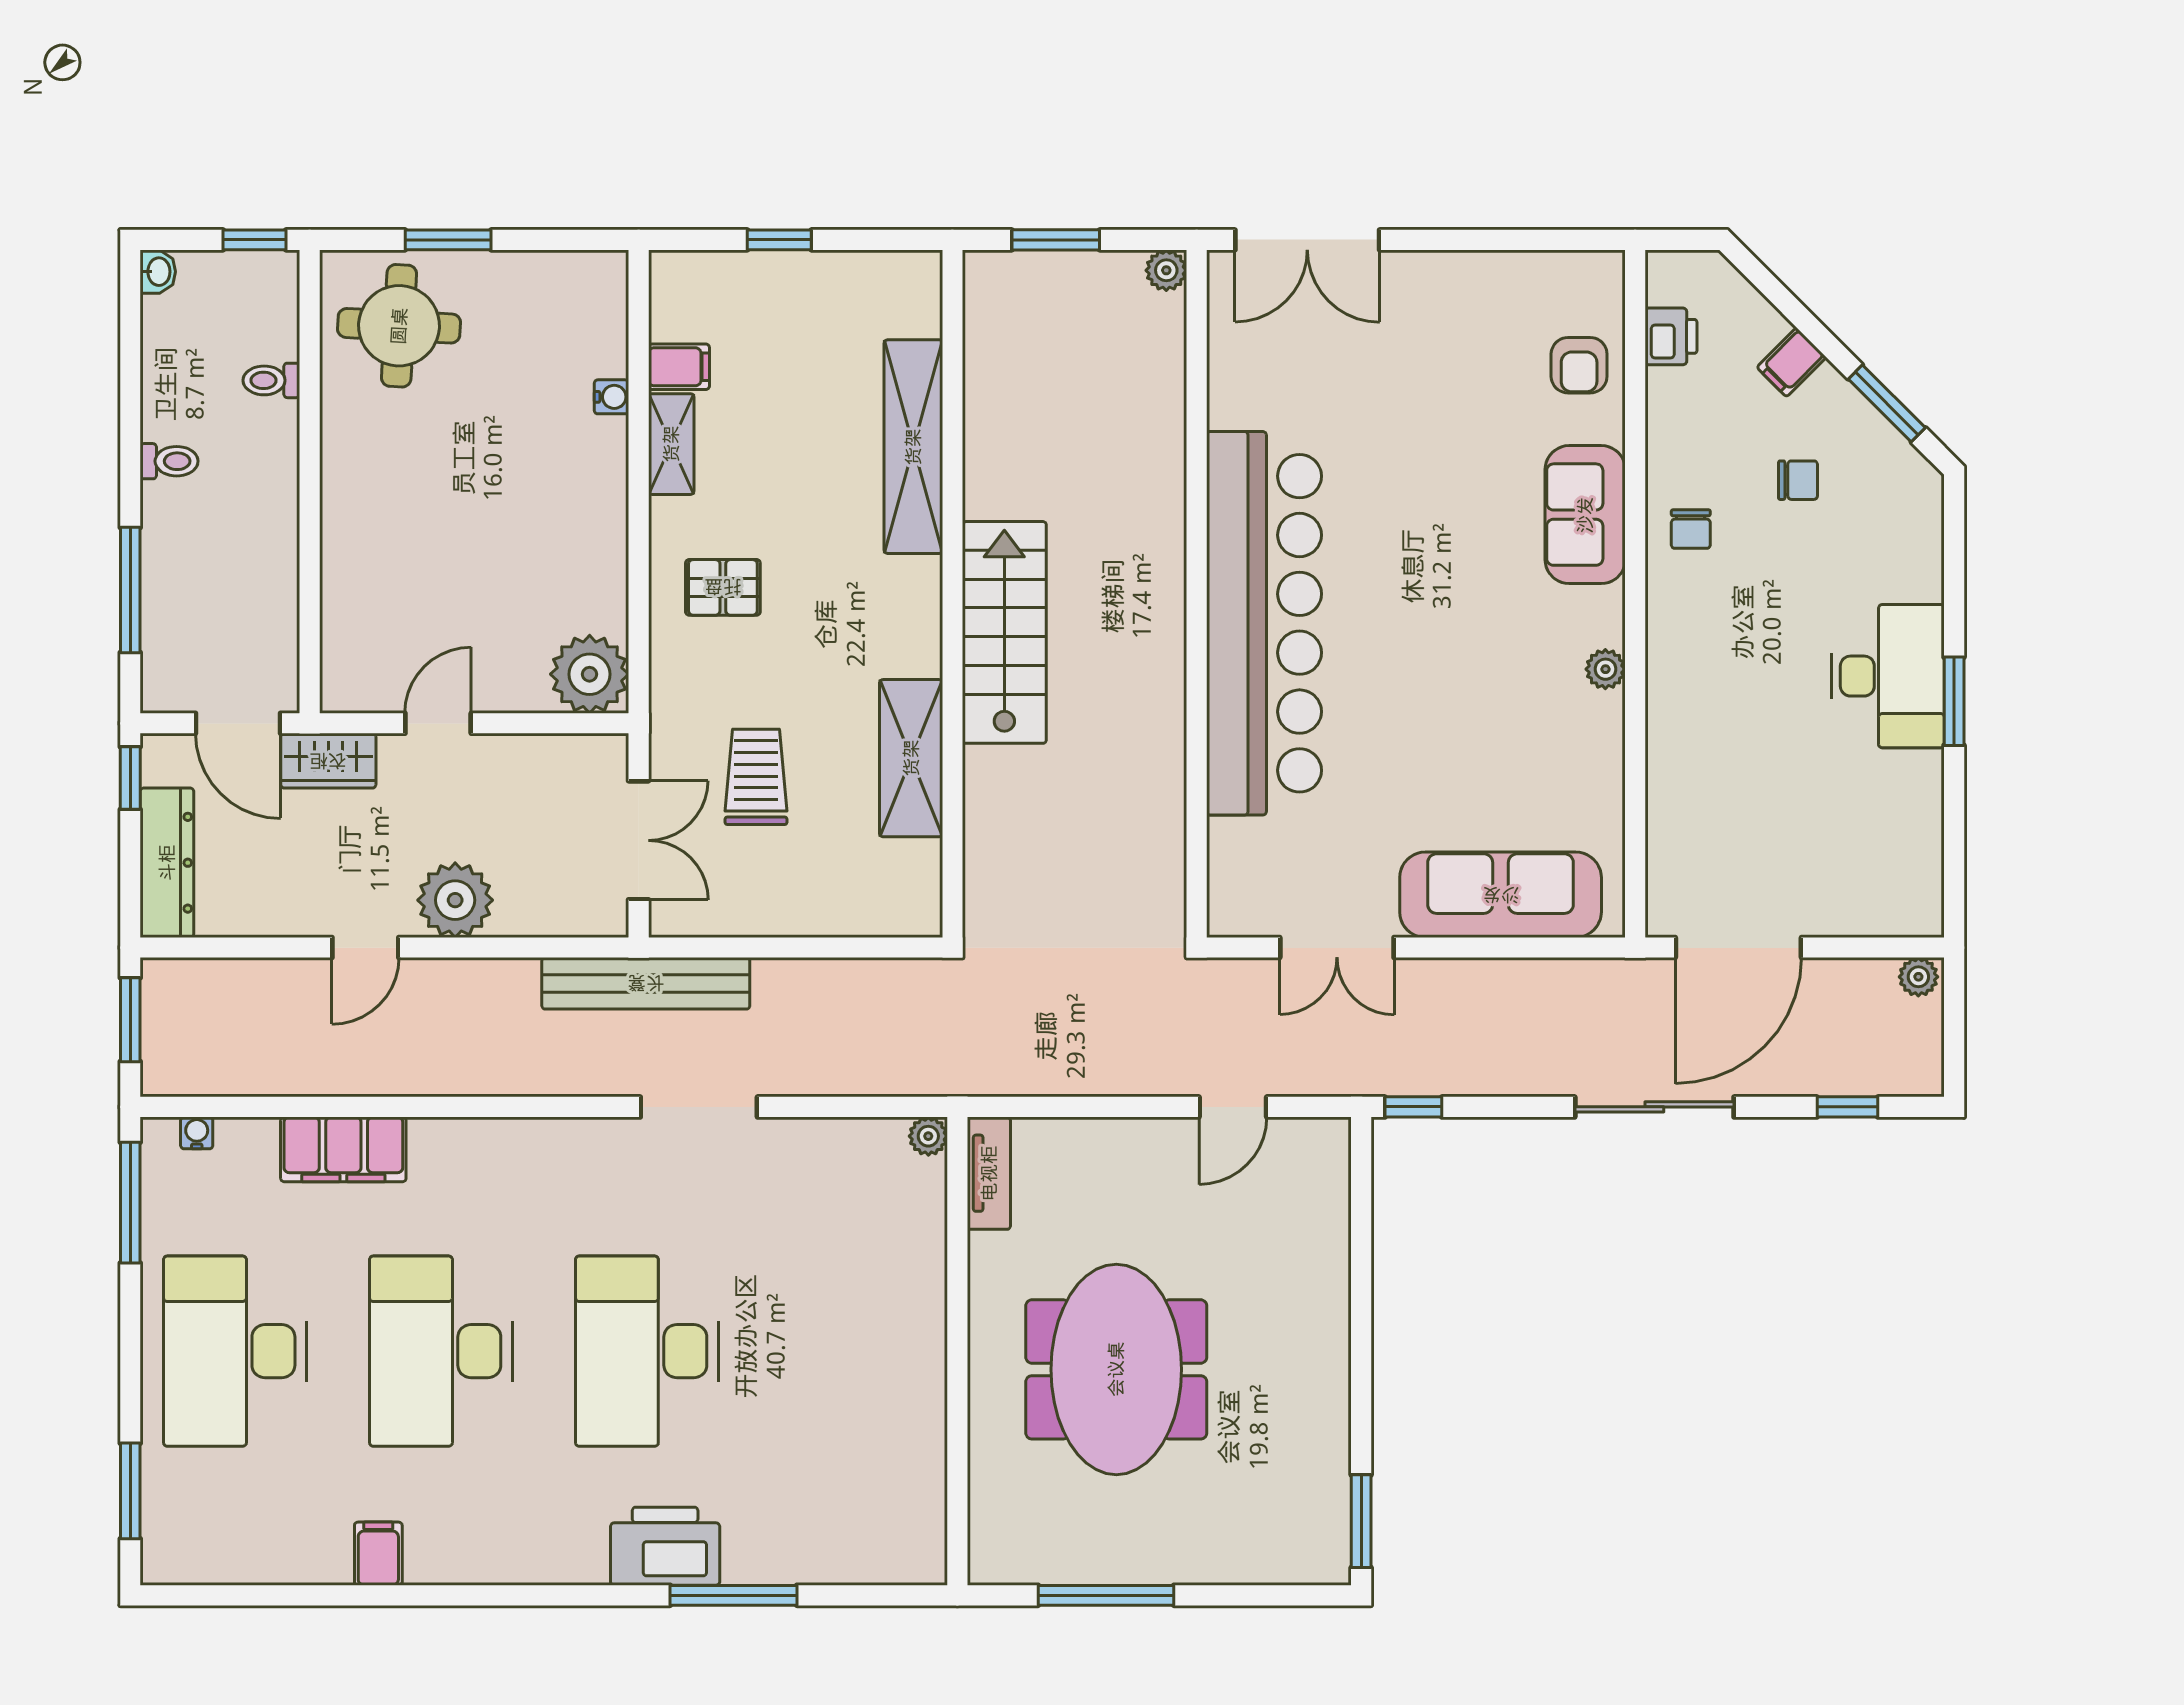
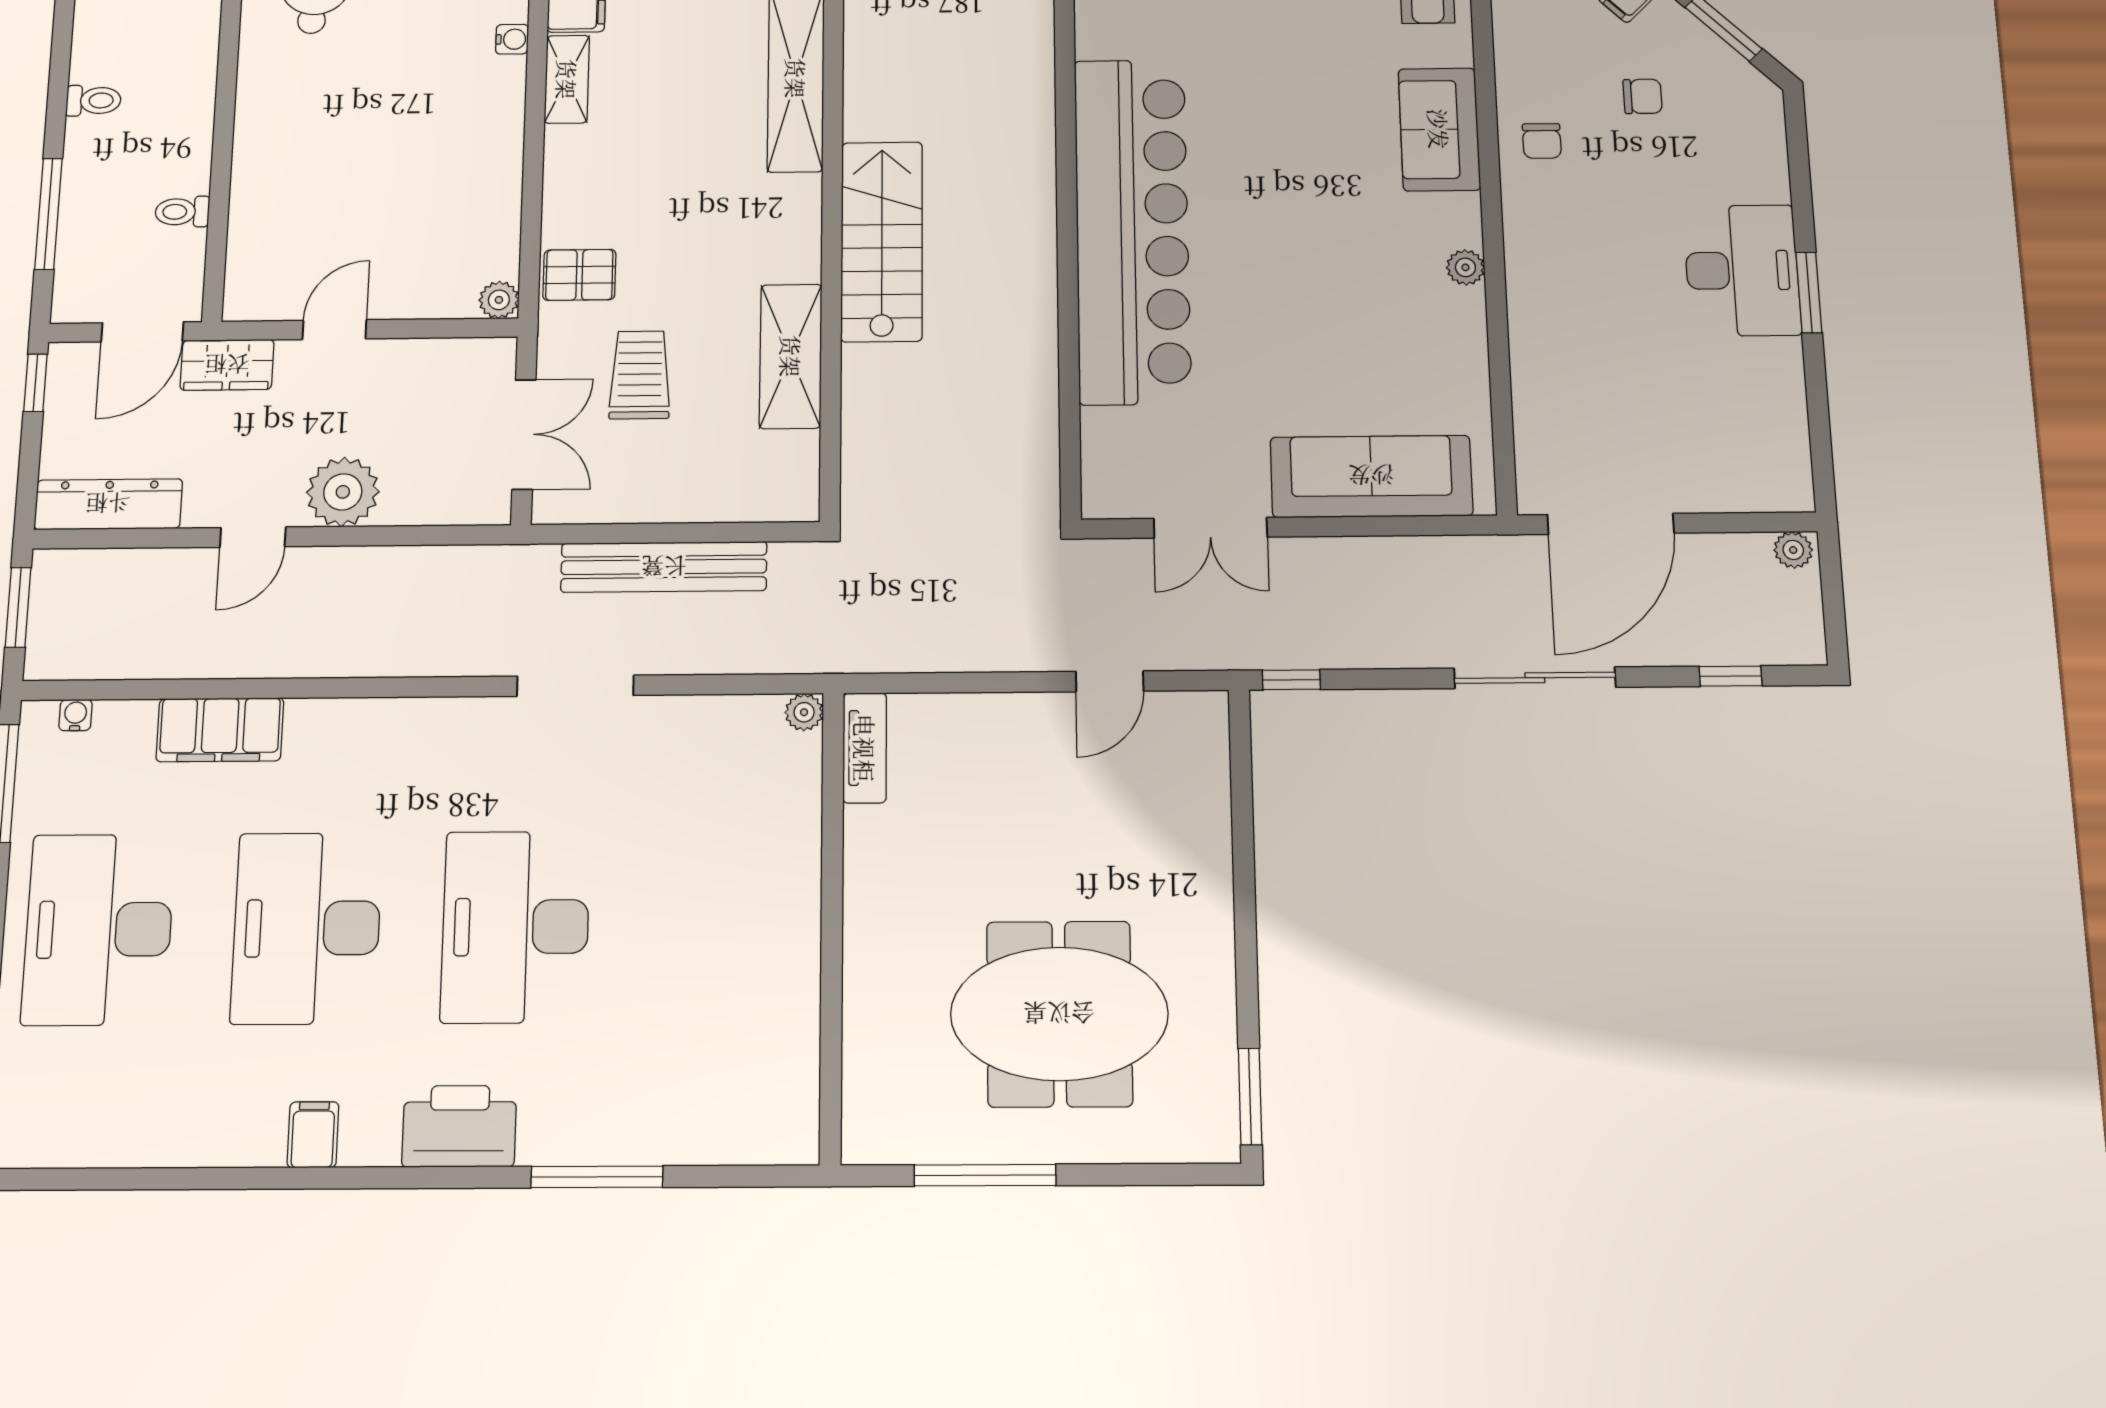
toilet: (271, 380) -> (182, 212), moved
pallet: (723, 587) -> (579, 275), moved
plant: (590, 674) -> (499, 300), width x0.53, depth x0.53
door: (238, 723) -> (142, 332), hinge flipped
dresser: (167, 863) -> (108, 504), moved, turned -90
bench: (646, 983) -> (664, 567), moved
meeting table: (1116, 1369) -> (1059, 1014), moved, turned 90
printer: (665, 1546) -> (459, 1126), moved
filing cabinet: (378, 1554) -> (313, 1135), moved

